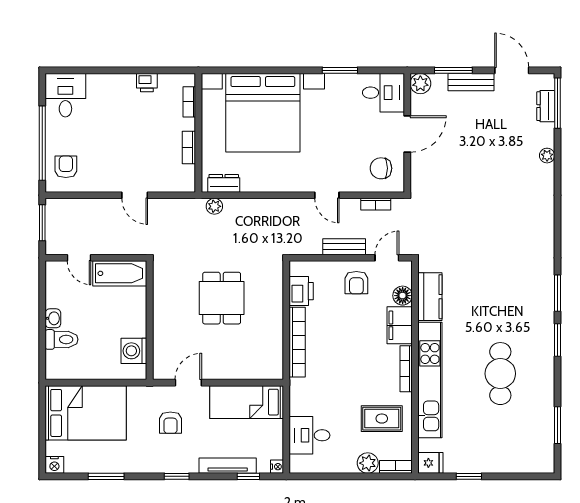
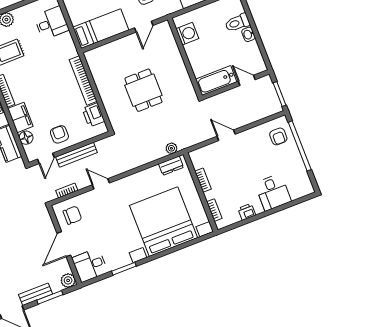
desk: (65, 95) -> (273, 192), moved
bench: (344, 247) -> (77, 155), width x1.36

